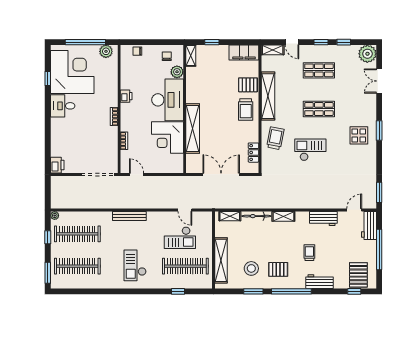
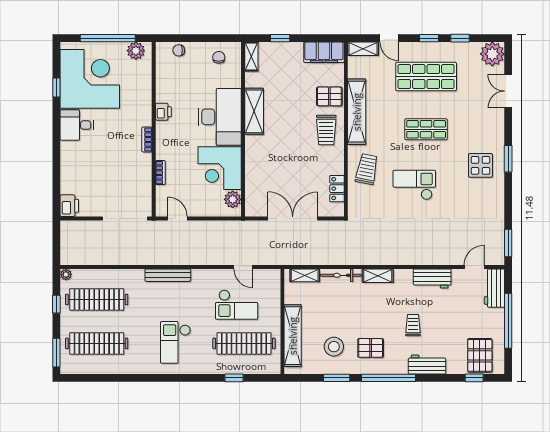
shop shelf: (319, 70) -> (426, 77), width x1.43, depth x1.36
plant: (177, 72) -> (233, 199), moved
shelving: (193, 129) -> (254, 111), moved, width x0.68

